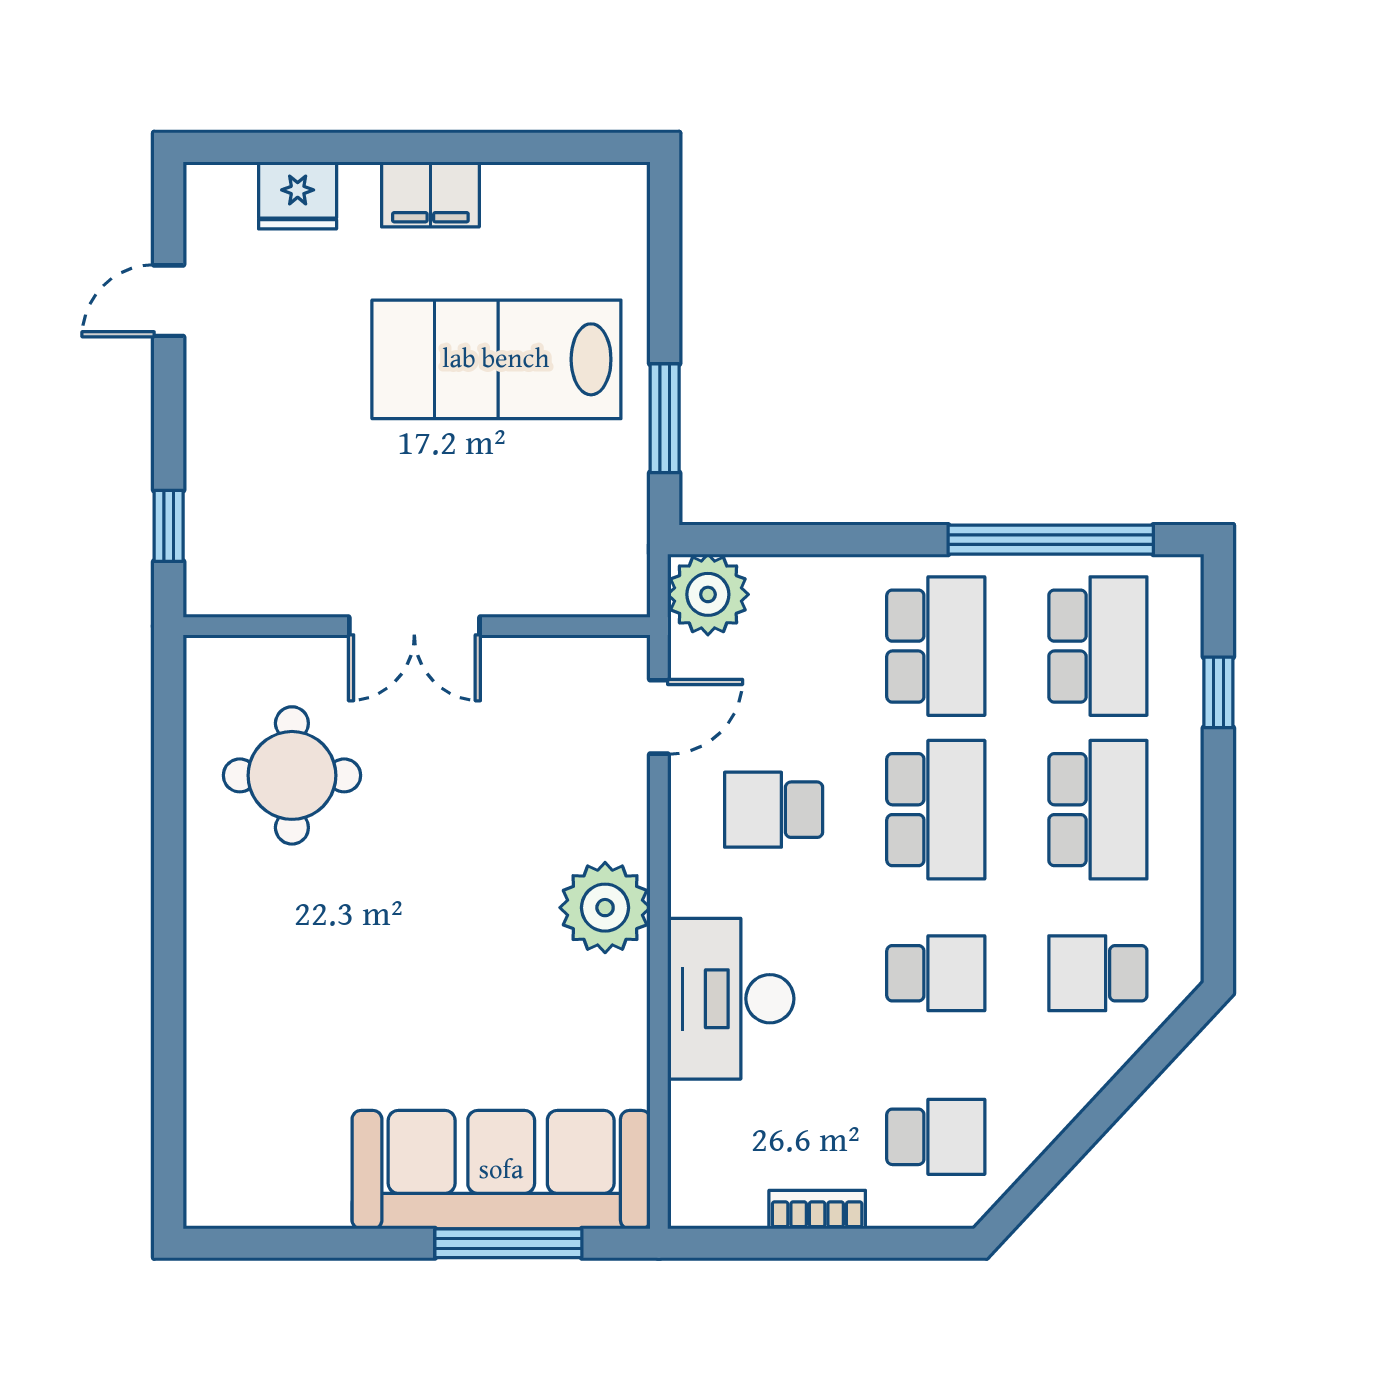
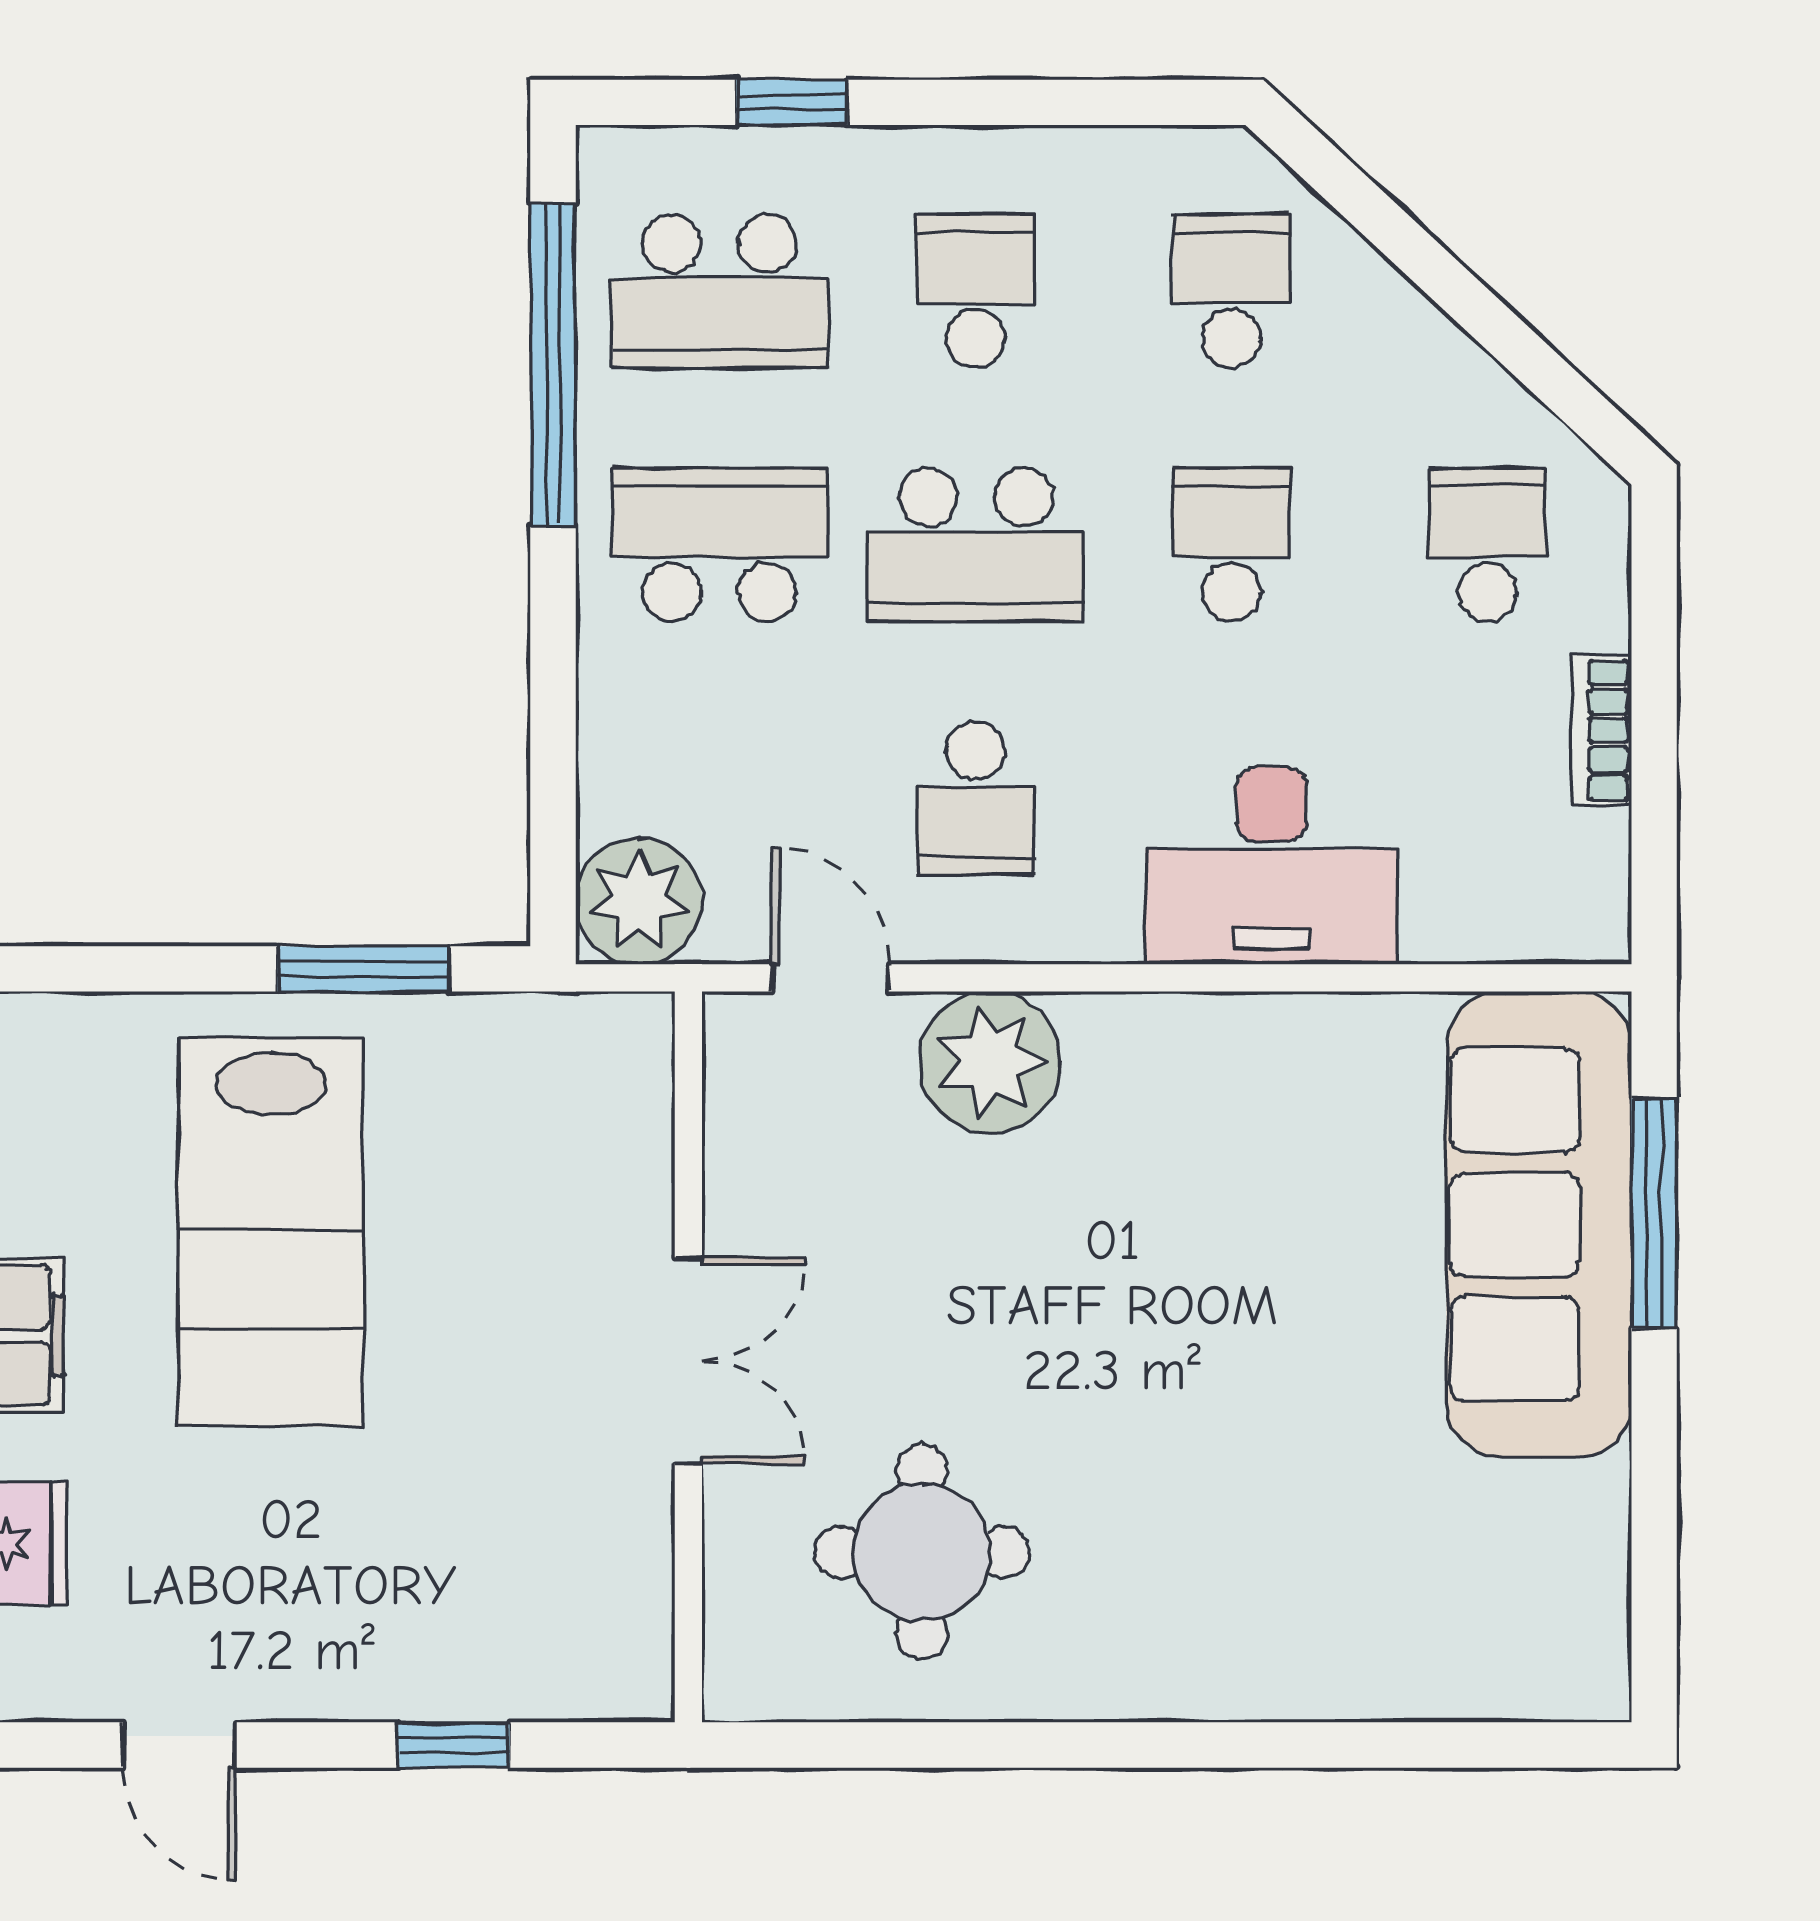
window: (169, 526) -> (454, 1745), moved
school desk: (1098, 646) -> (720, 291), turned 180
school desk: (936, 810) -> (976, 545), turned 180
school desk: (1098, 810) -> (976, 291), width x0.54
plant: (605, 908) -> (990, 1062), moved
school desk: (1098, 973) -> (1232, 291), turned 180

